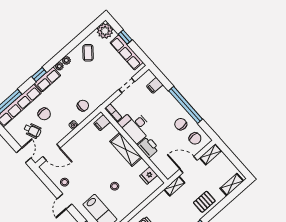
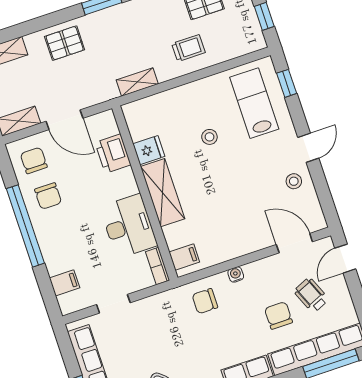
printer: (148, 147) -> (113, 154), moved
fridge: (149, 175) -> (149, 150), moved
shelving: (174, 186) -> (137, 82), moved

